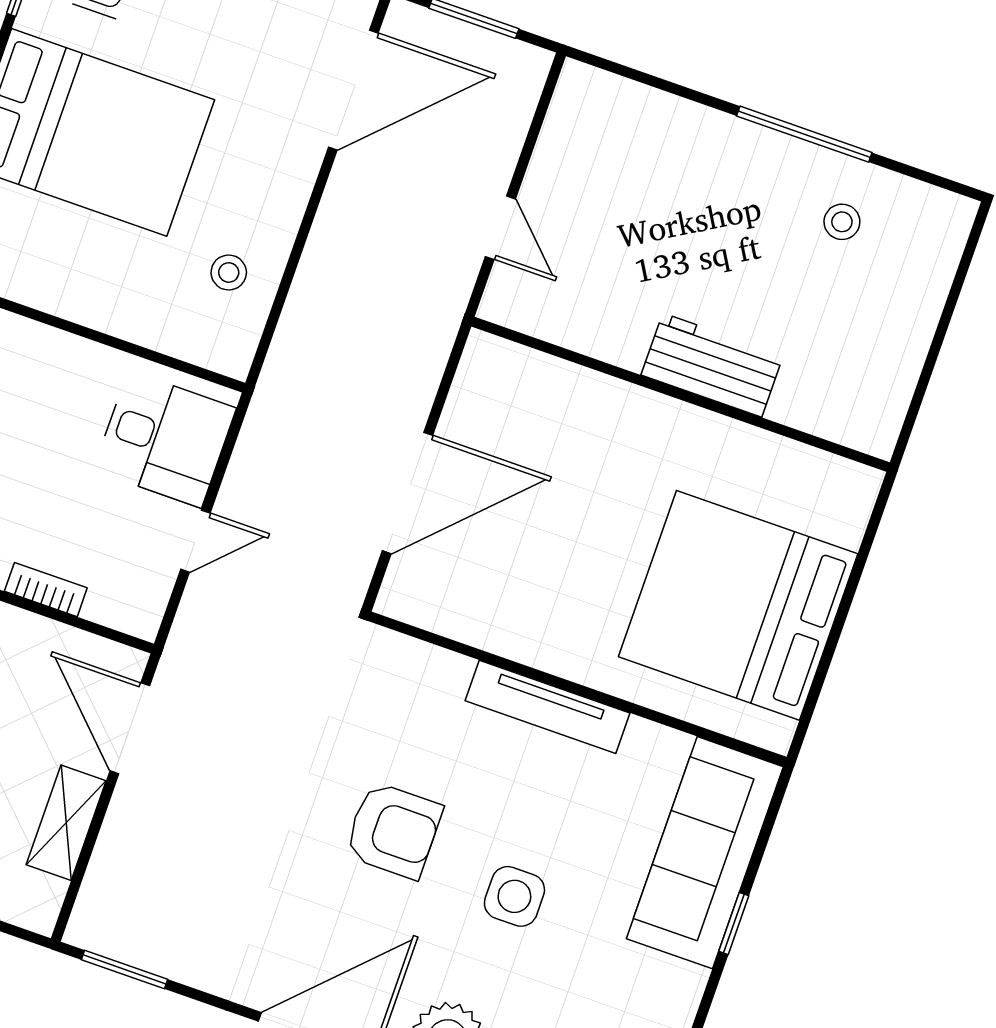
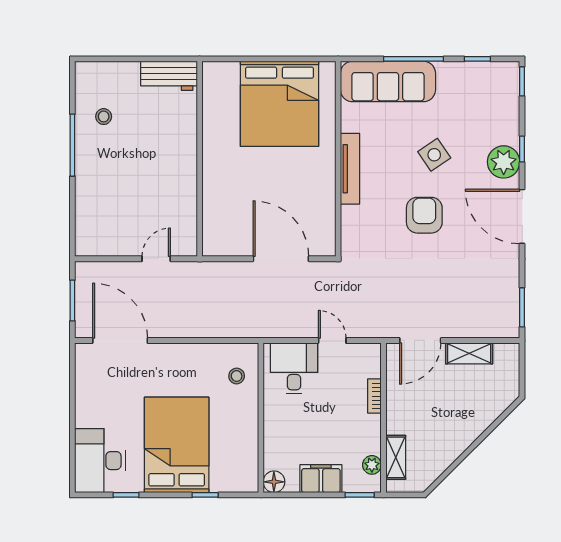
stool: (229, 272) -> (237, 376), moved
workbench: (712, 365) -> (169, 76), moved, turned -90
side table: (514, 896) -> (434, 155), turned -34
window: (734, 924) -> (413, 59), width x2.17

